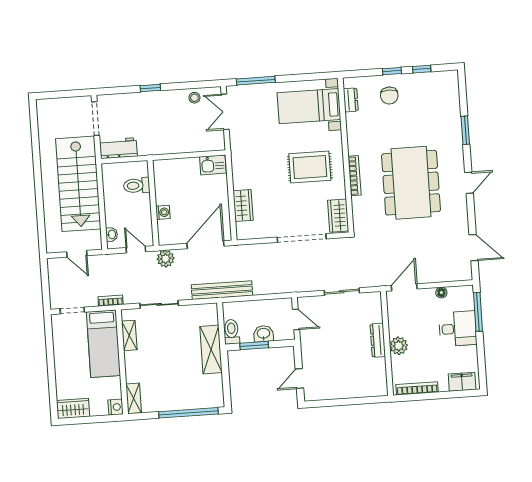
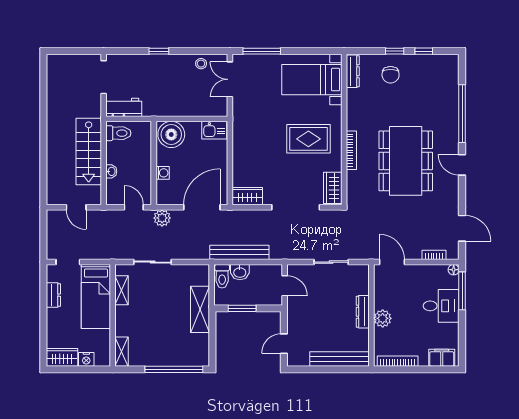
dresser: (351, 100) -> (353, 71), width x1.44
window: (465, 130) -> (462, 114), width x2.11
boiler: (169, 172) -> (171, 134), added
door: (469, 183) -> (462, 165), swing flipped
stairs: (78, 184) -> (89, 151), width x0.73, depth x0.66
toilet: (137, 186) -> (118, 133), moved, turned 180
wardrobe: (243, 206) -> (247, 196), moved, turned -90
washbasin: (112, 234) -> (111, 171), moved
door: (404, 287) -> (392, 262), hinge flipped
bench: (222, 290) -> (239, 252), moved
floor lamp: (441, 293) -> (454, 270), moved
bookcase: (111, 301) -> (434, 255), moved
toilet: (231, 332) -> (222, 276), moved, turned 180
washbasin: (263, 334) -> (240, 272), moved, turned 180
dresser: (60, 345) -> (53, 295), added
bench: (357, 390) -> (340, 359), added
nightstand: (116, 407) -> (86, 359), moved, turned 90

